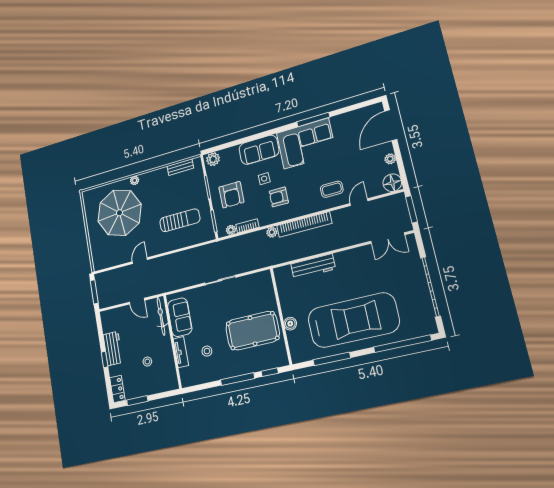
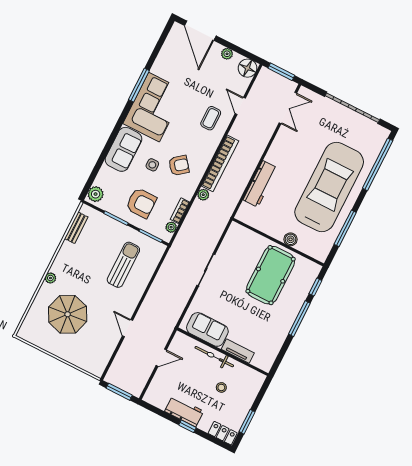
armchair: (279, 197) -> (179, 165), turned -128
parasol: (119, 213) -> (68, 314), width x0.73, depth x0.73
bicycle: (161, 316) -> (214, 357), moved
stool: (207, 351) -> (255, 327), removed

